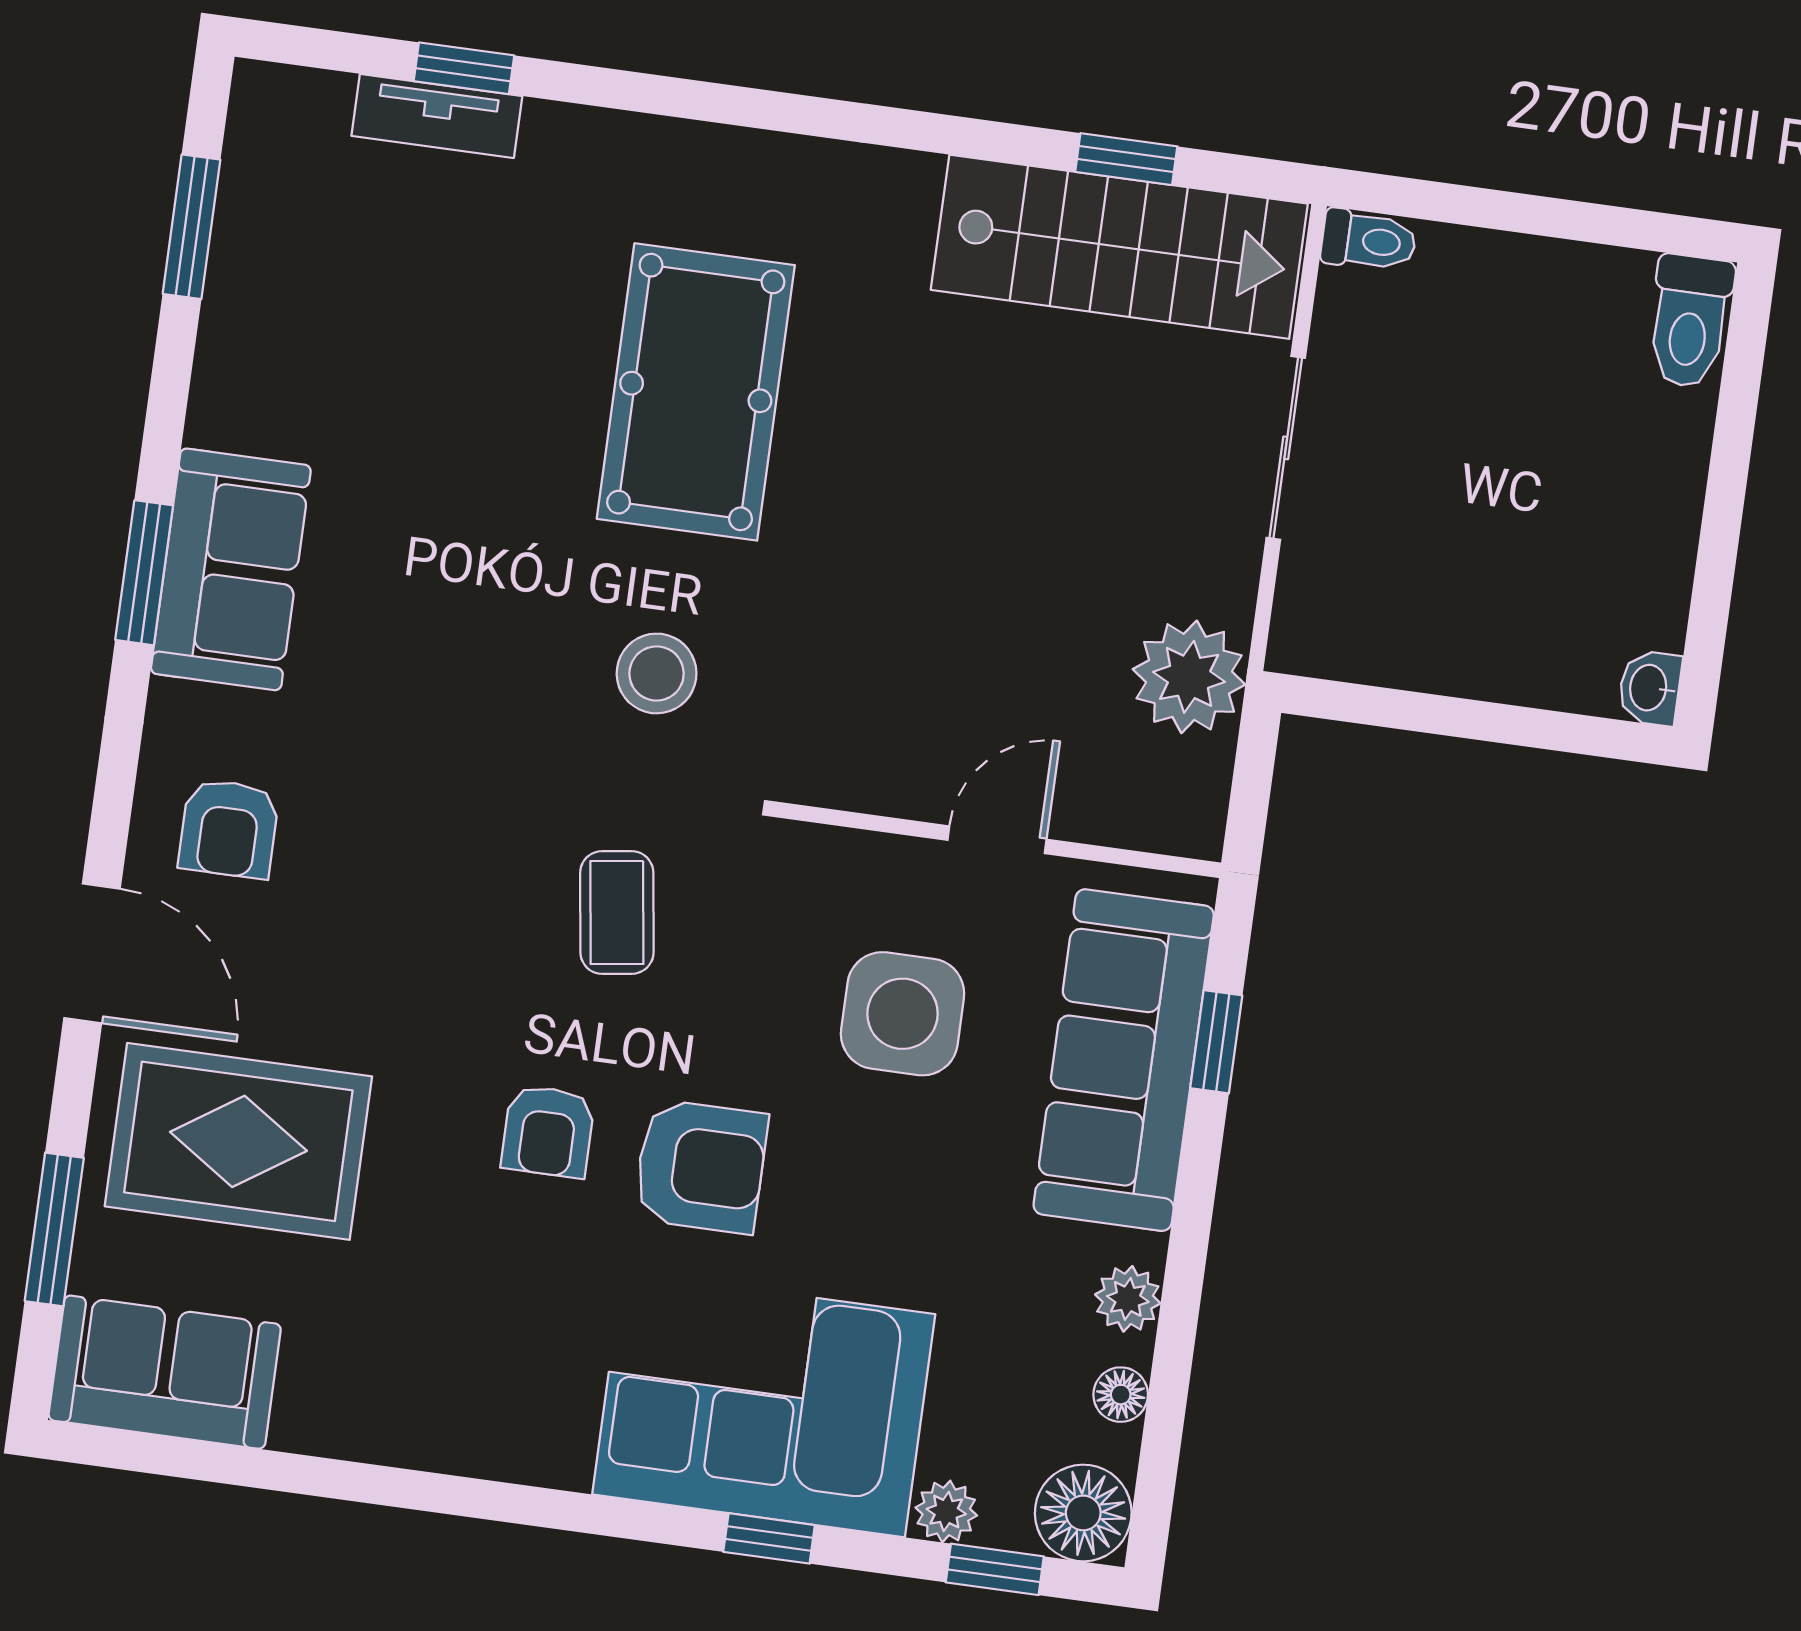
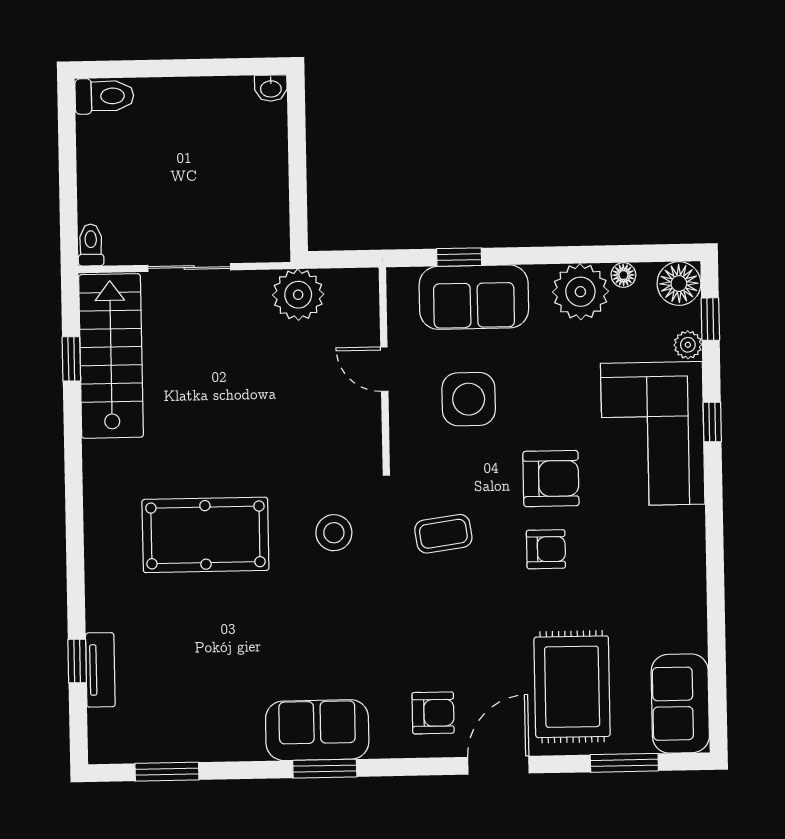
sofa: (1124, 1060) -> (474, 297), width x0.73
armchair: (701, 1166) -> (551, 479), turned 90
plant: (1128, 1299) -> (580, 292), width x1.87, depth x1.87

